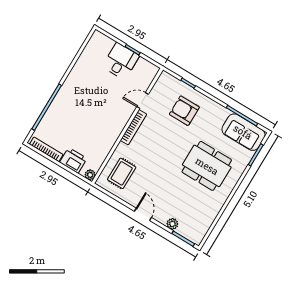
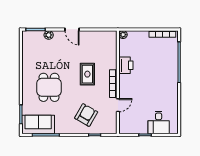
desk: (121, 61) -> (159, 123), moved
armchair: (184, 111) -> (86, 115), turned -60
printer: (73, 160) -> (126, 65), moved, turned -90
dining table: (207, 166) -> (49, 87), width x0.73
rug: (122, 173) -> (87, 74), moved

